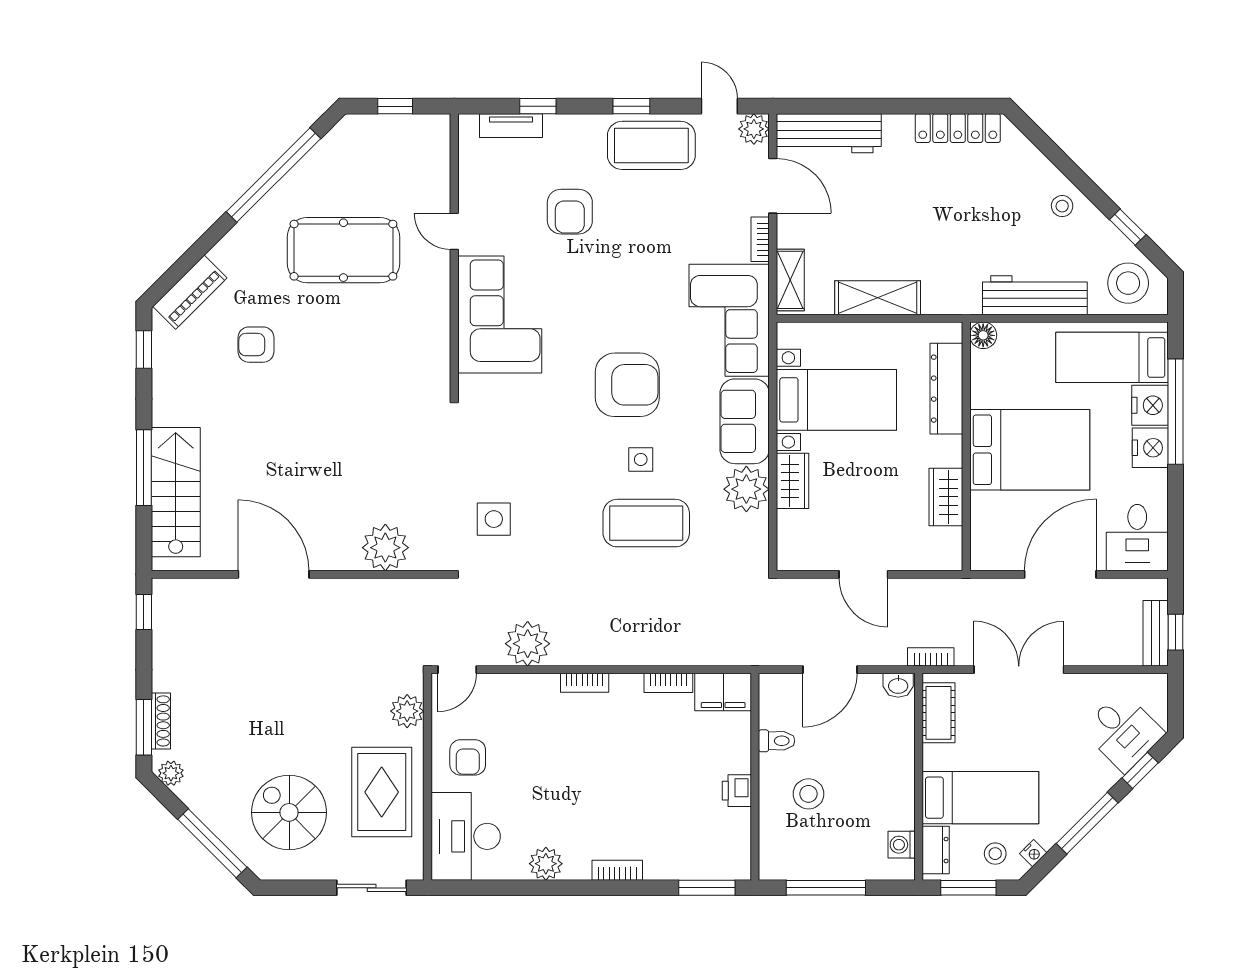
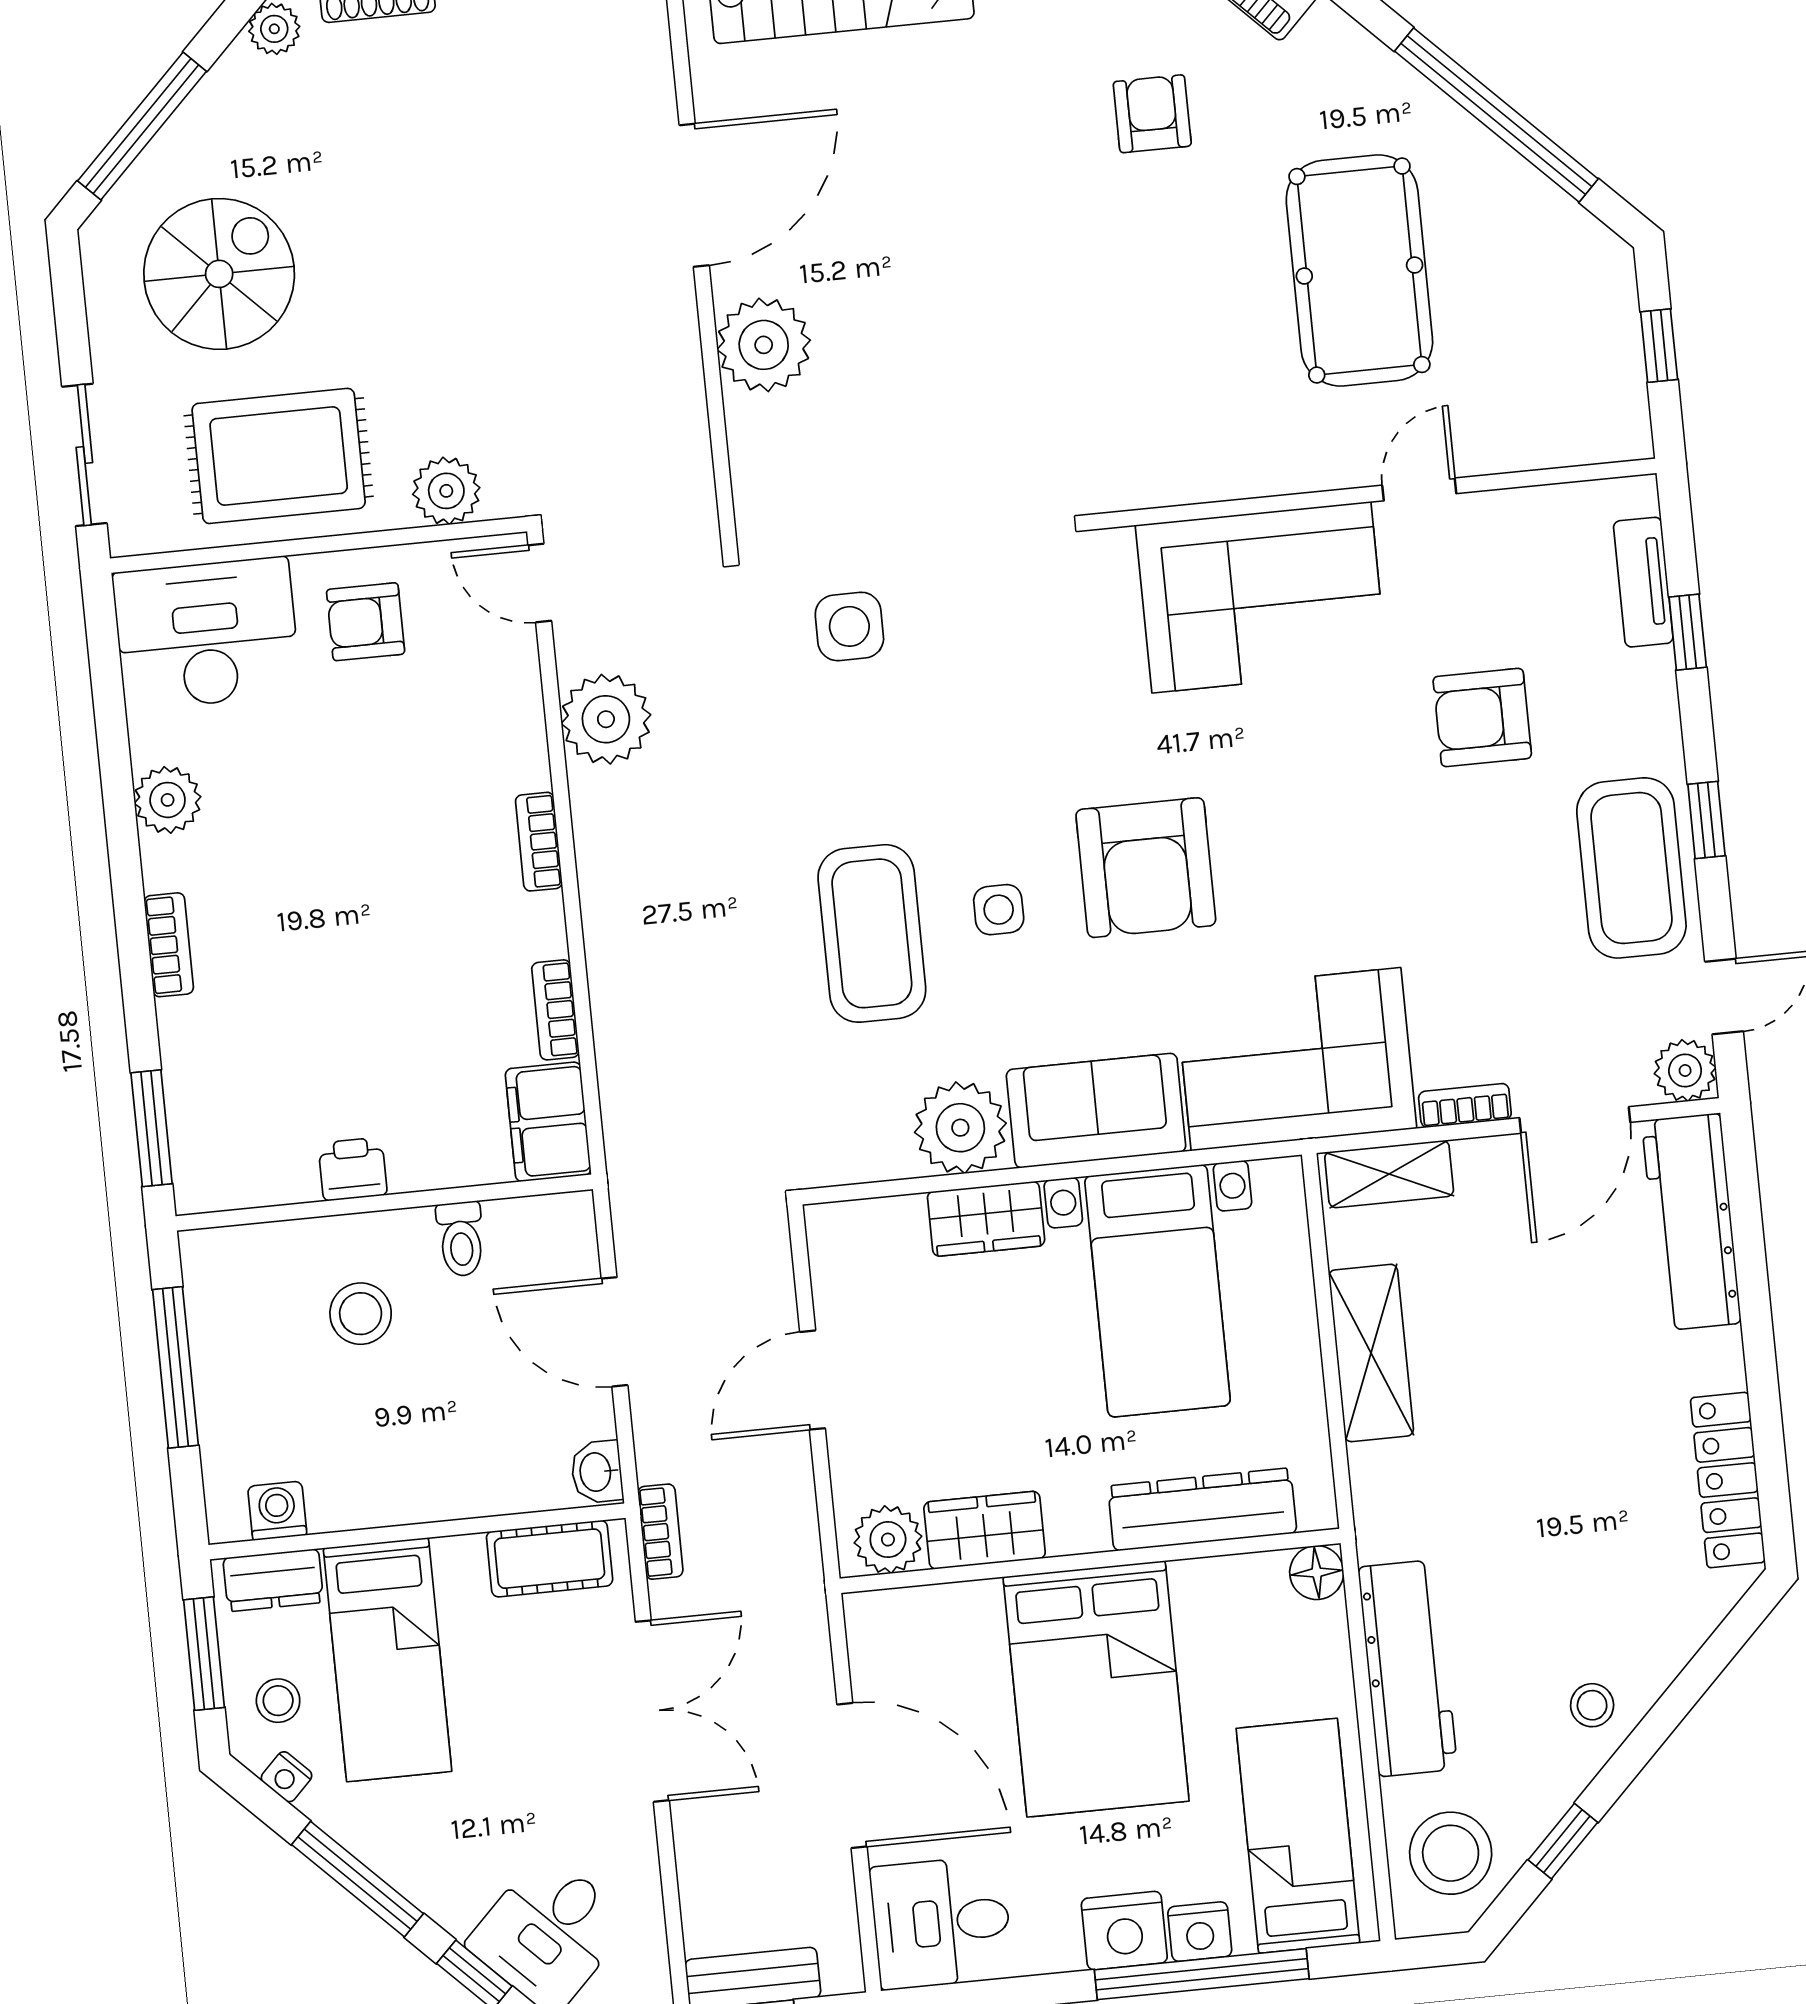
nightstand: (1150, 405) -> (1200, 1932), width x0.74, depth x0.75
plant: (946, 545) -> (888, 1540), added
plant: (385, 548) -> (764, 345), moved

